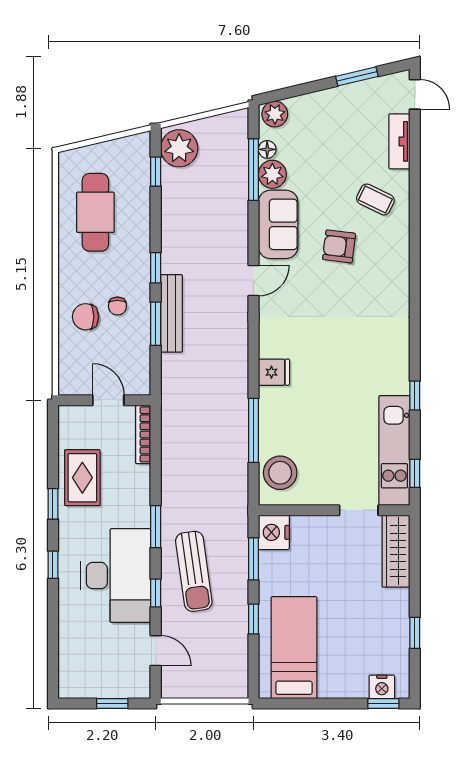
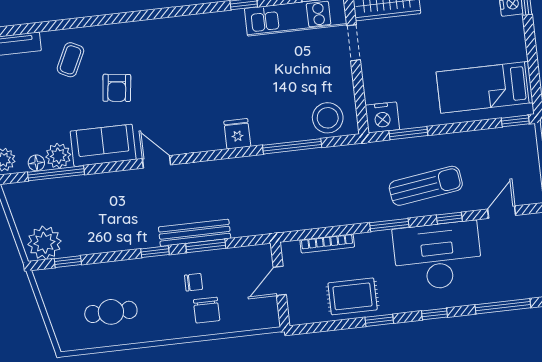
cafe table: (95, 212) -> (111, 312), width x0.73, depth x0.74
bookcase: (143, 434) -> (327, 243), moved
window: (253, 619) -> (515, 121), moved
window: (53, 640) -> (503, 306), added

